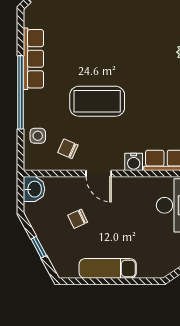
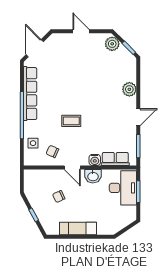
row of seats: (33, 59) -> (30, 94), width x1.36
coffee table: (97, 101) -> (71, 121), width x0.54, depth x0.58
washbasin: (34, 189) -> (93, 176), moved, turned 90

